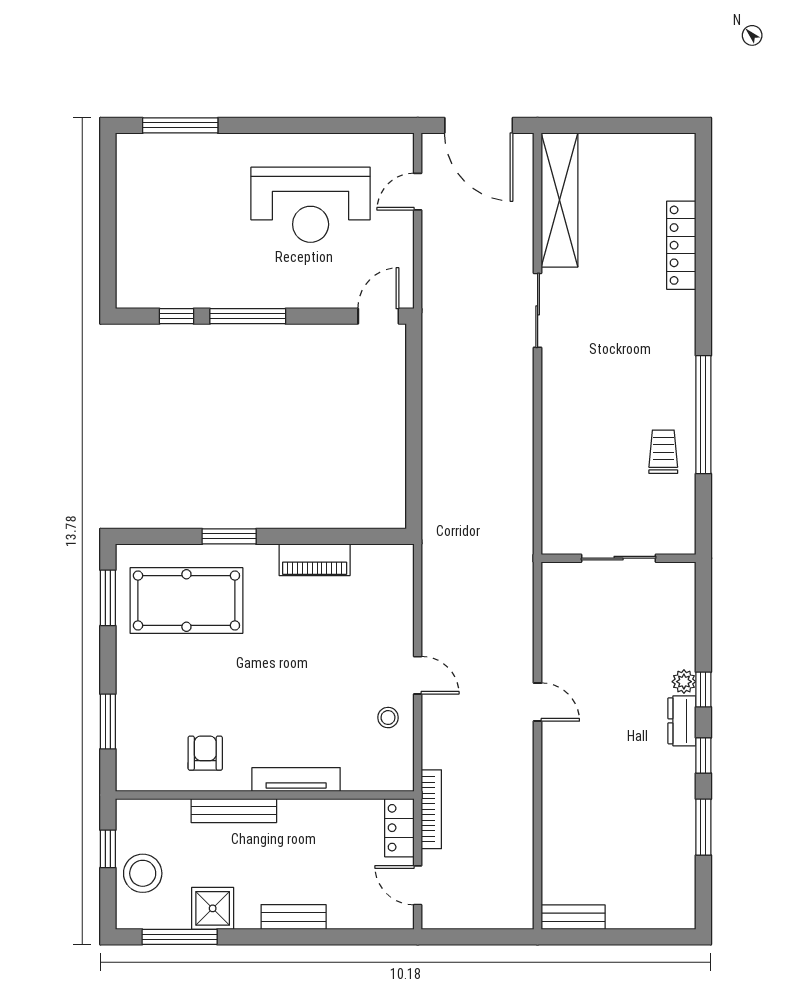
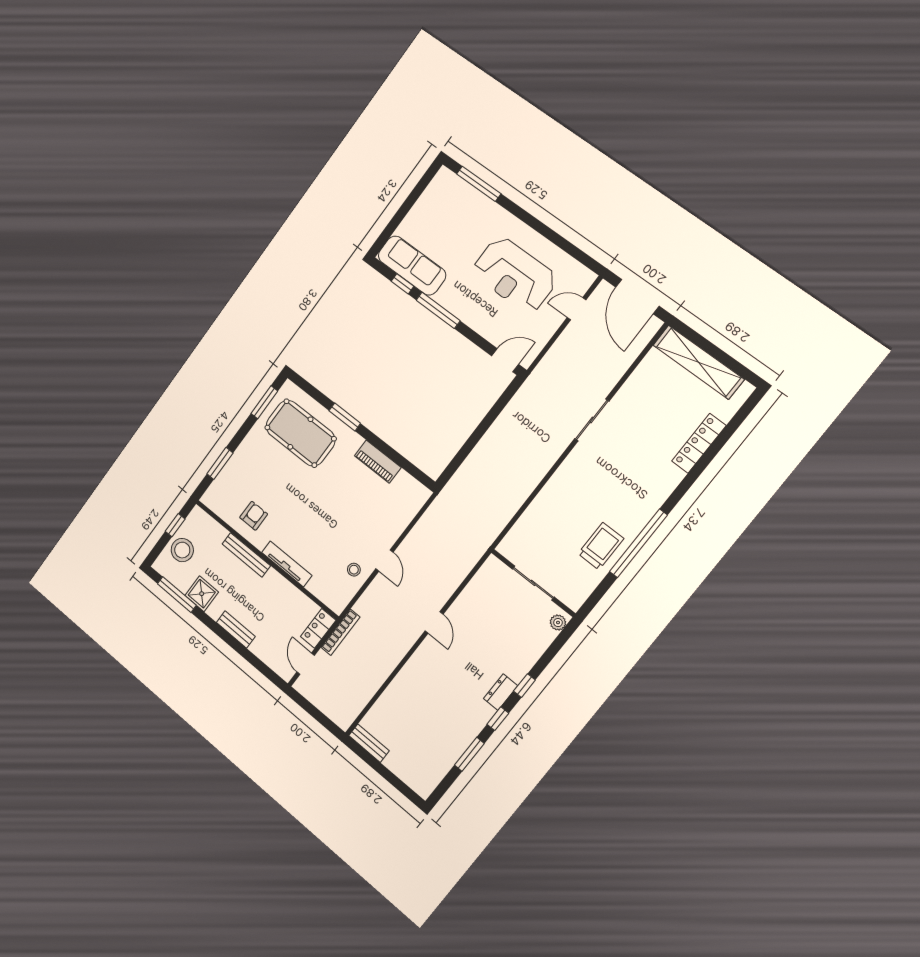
shelving: (559, 200) -> (698, 362), moved, turned 90
sofa: (171, 285) -> (412, 265), added
trolley: (663, 452) -> (601, 546), width x1.36, depth x1.39
plant: (684, 682) -> (558, 623), moved

